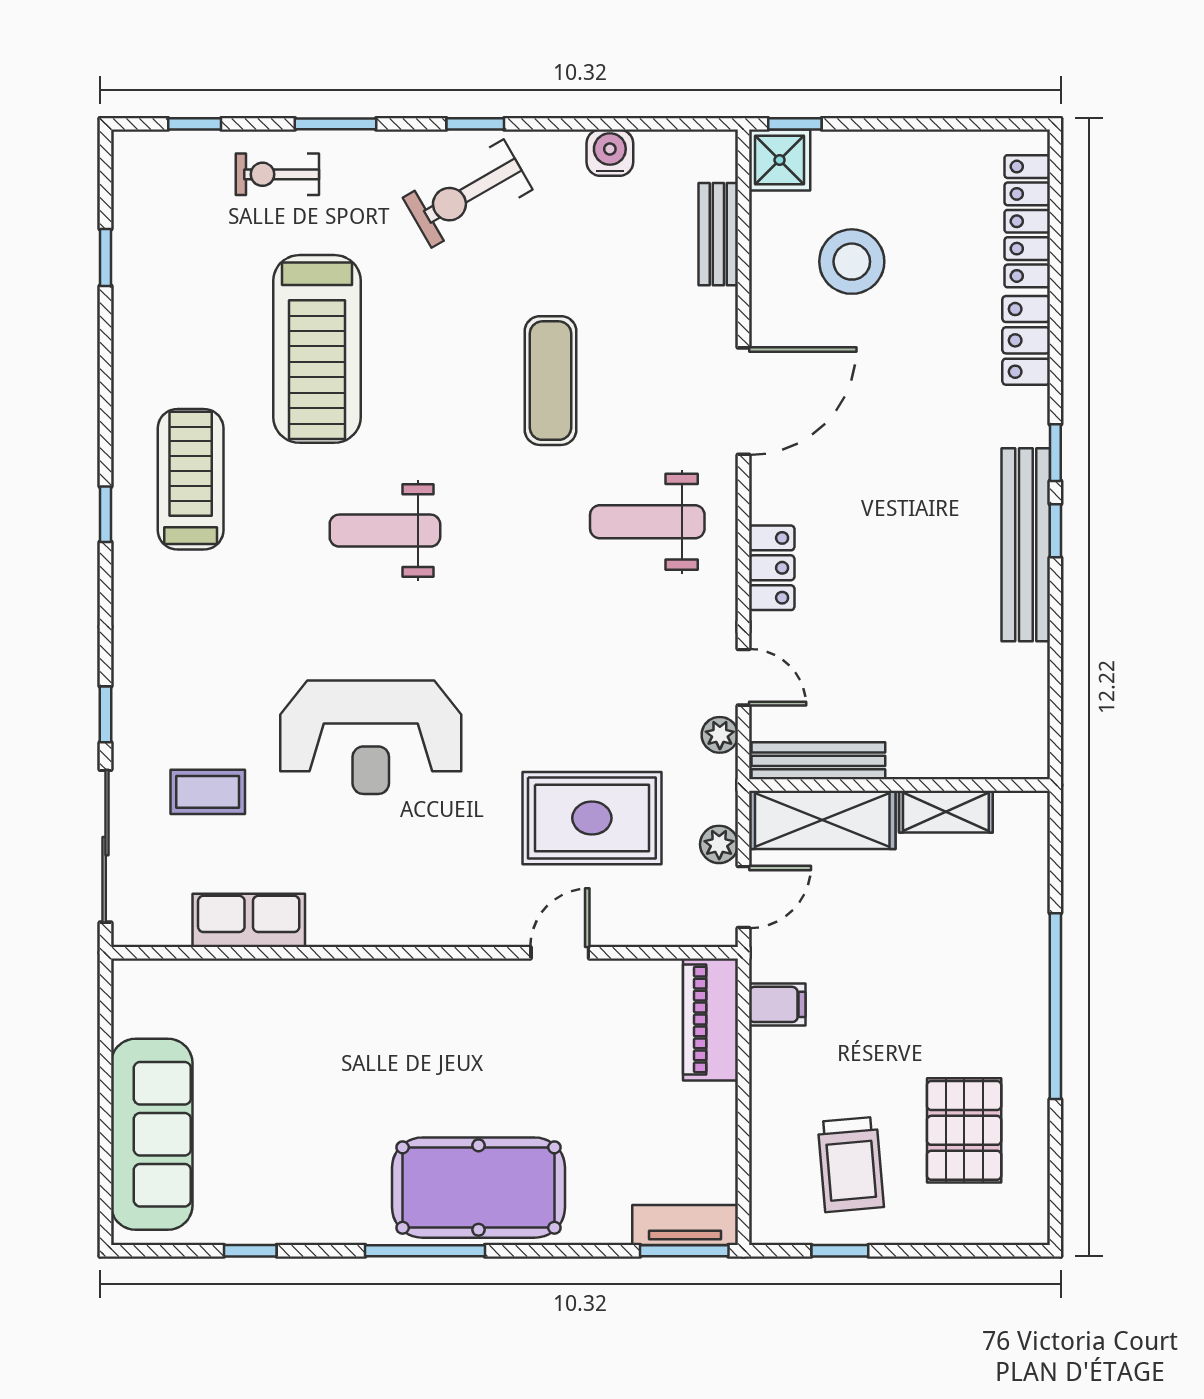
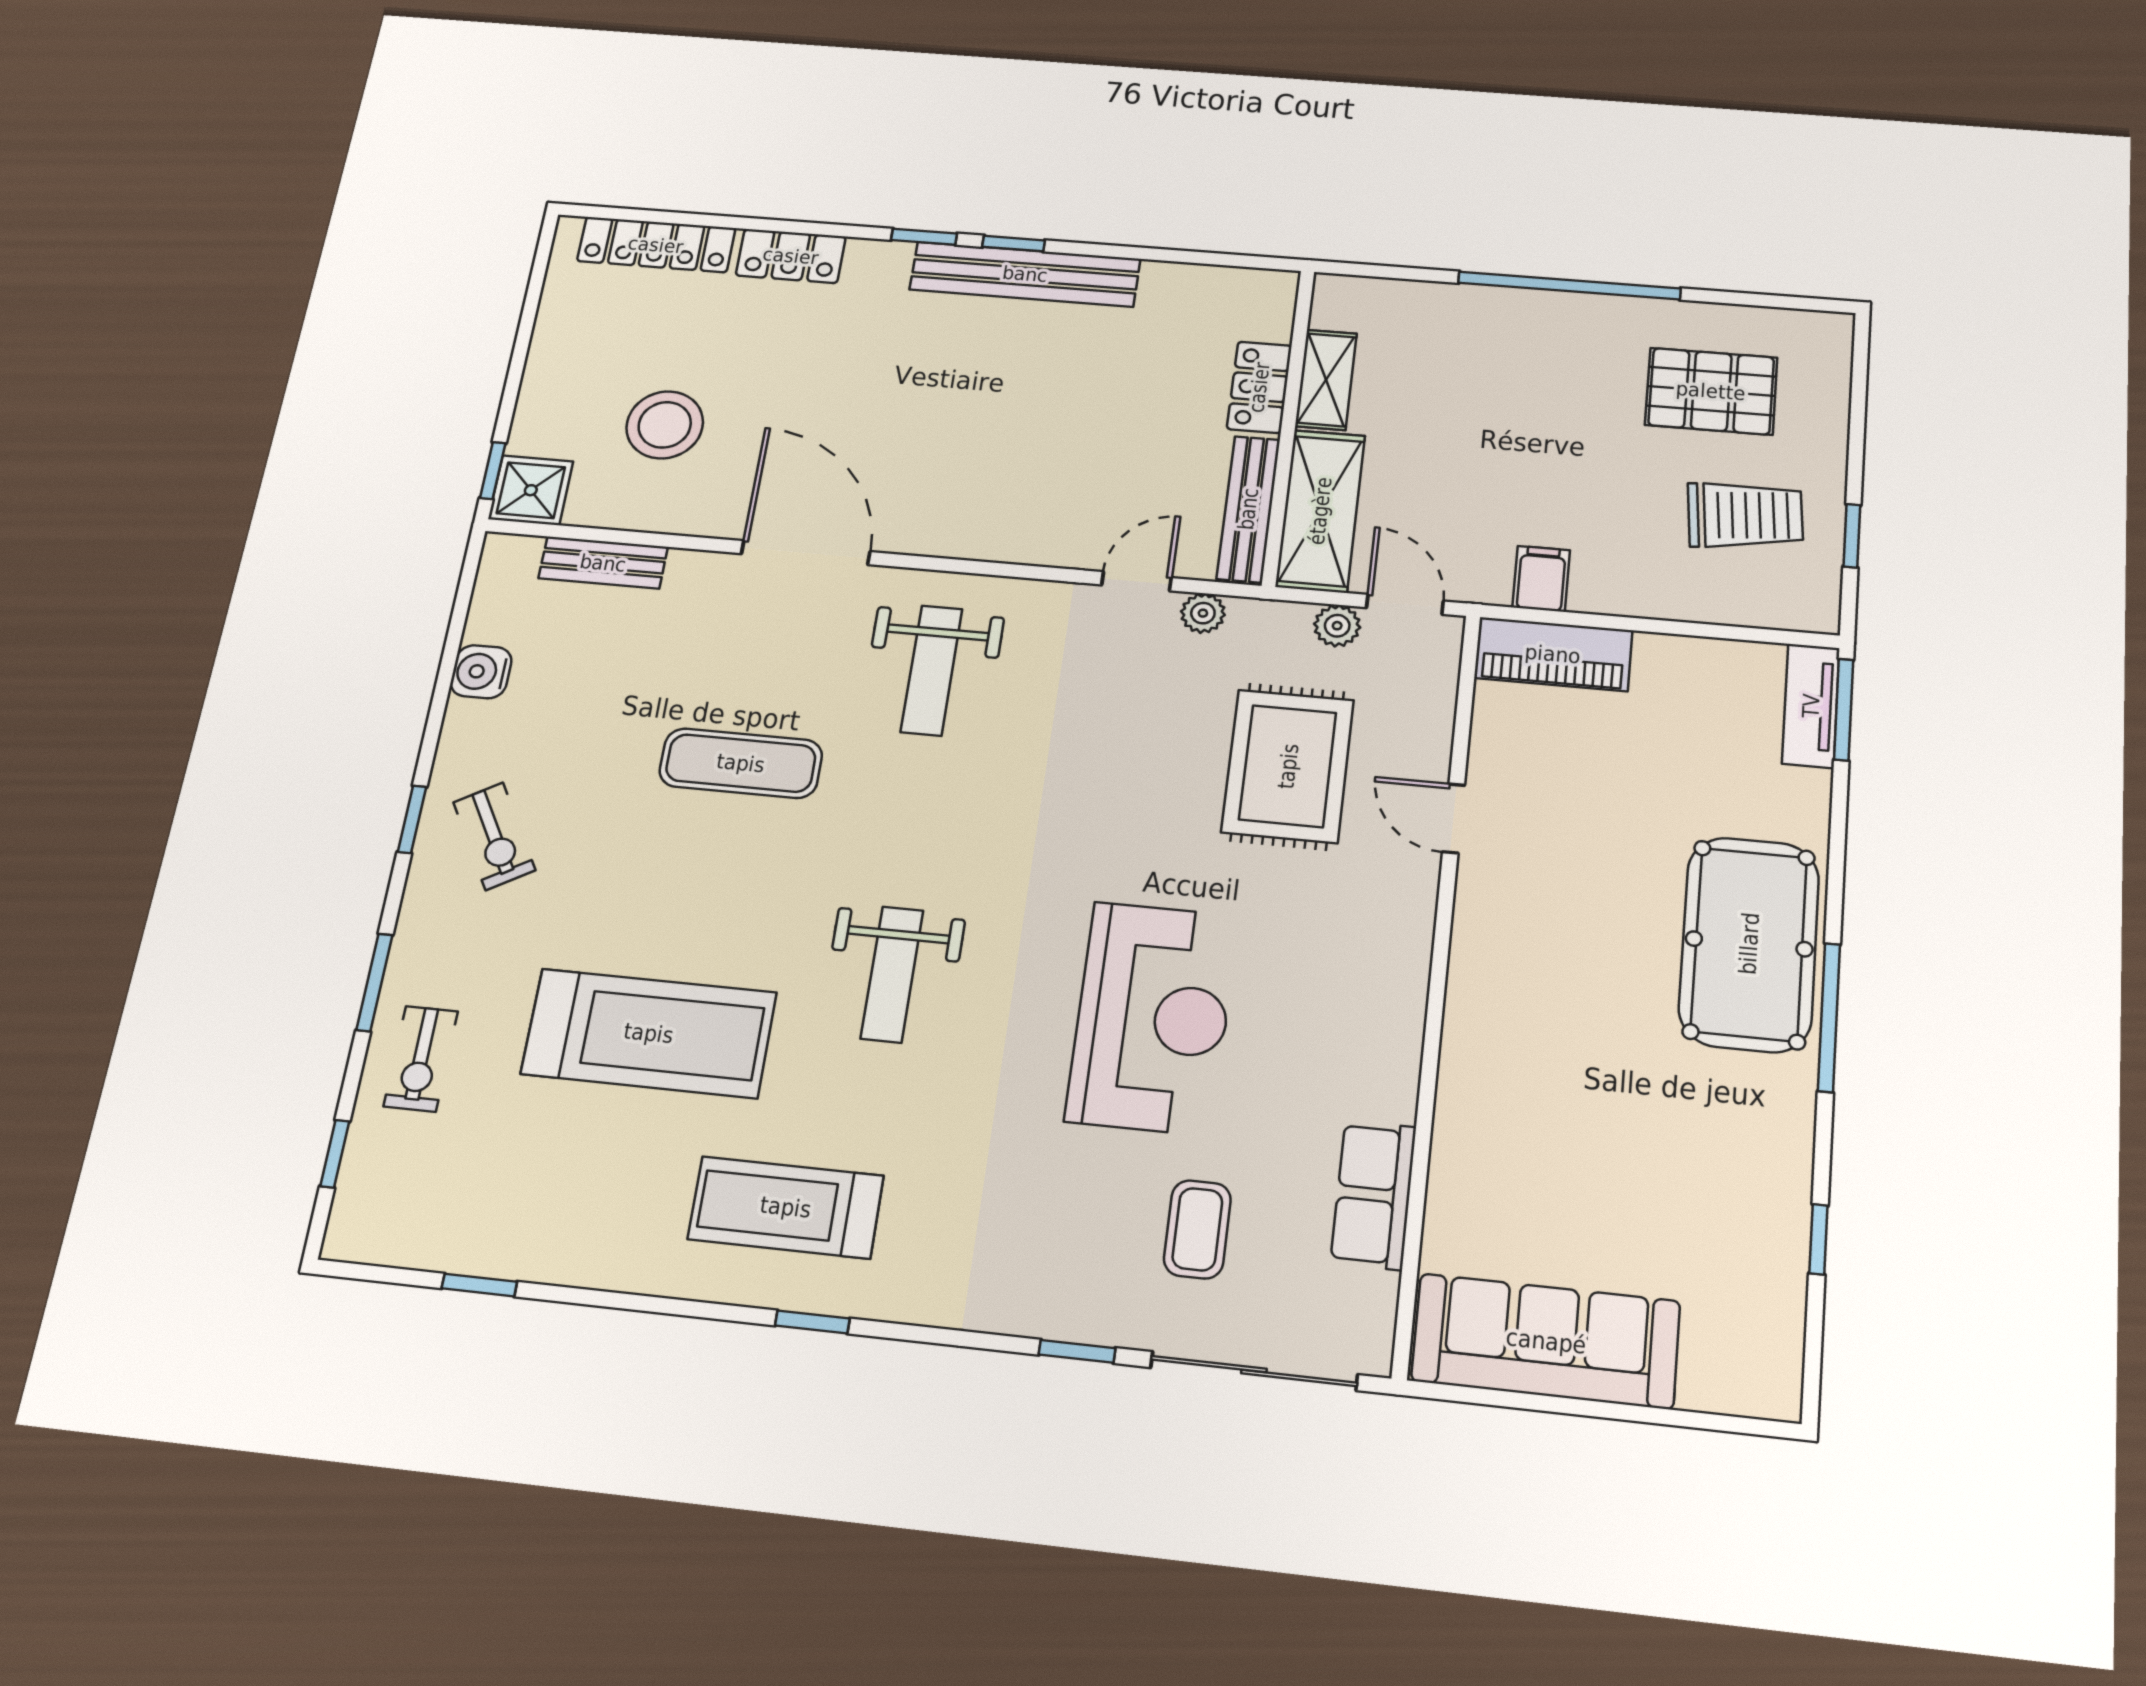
exercise bike: (468, 194) -> (494, 836), width x0.73, depth x0.72
locker: (772, 568) -> (1259, 387), moved, turned -90
sofa: (152, 1134) -> (1546, 1341), moved

